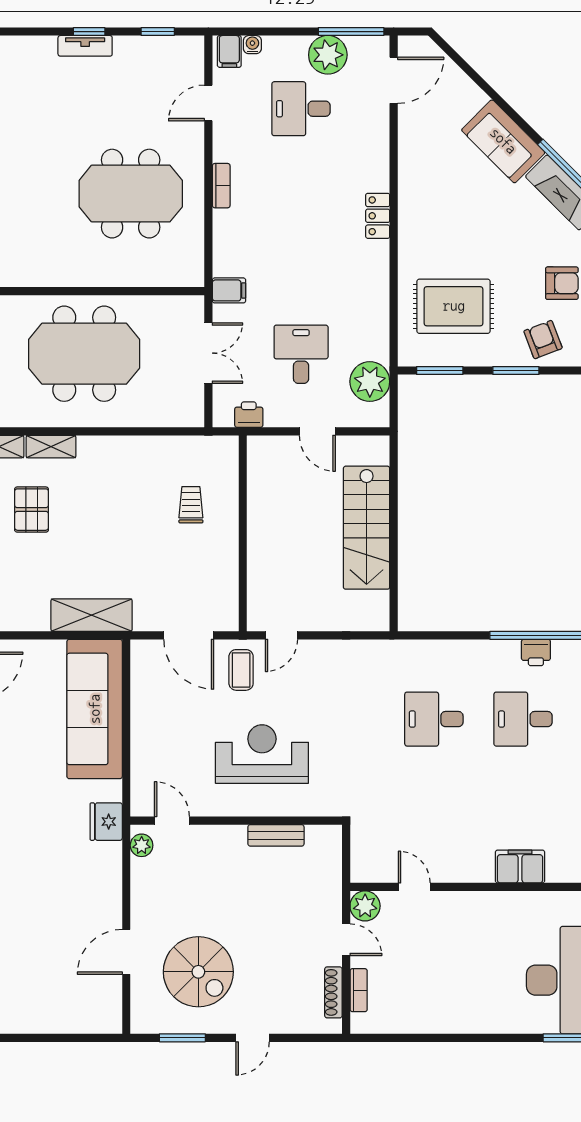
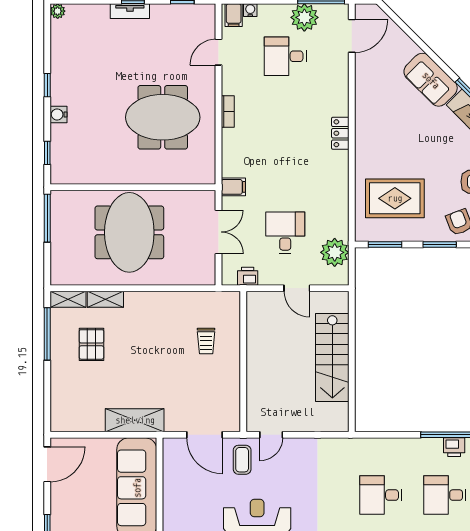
meeting table: (84, 354) -> (129, 232), turned 90
trolley: (191, 505) -> (206, 341), turned 180

